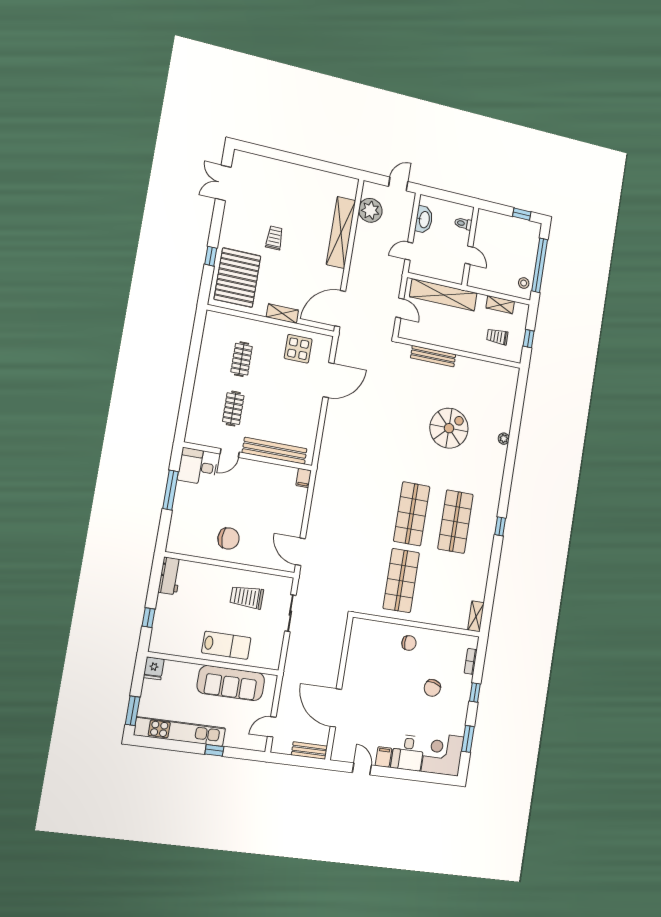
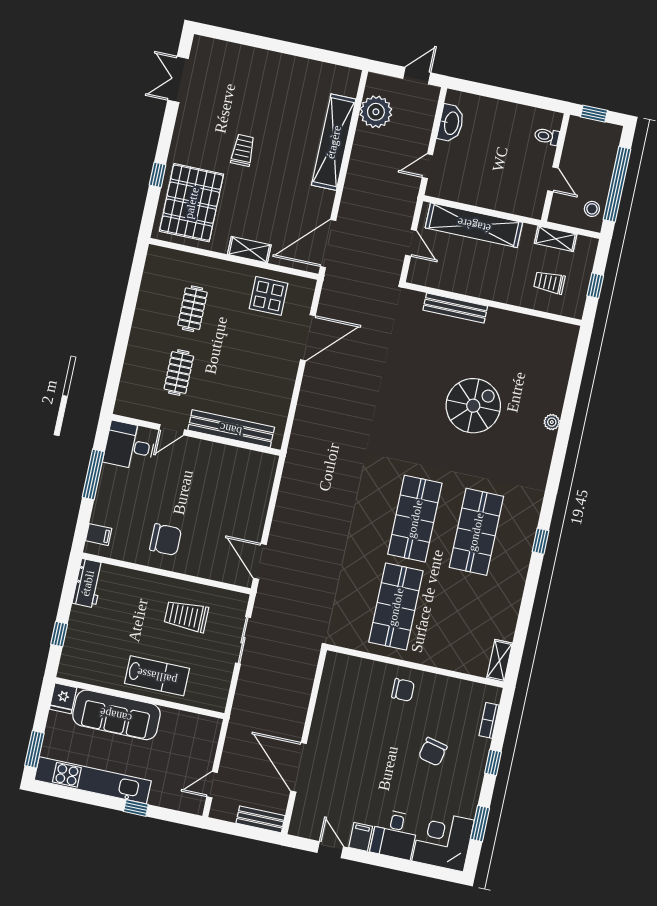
toilet: (463, 224) -> (547, 136), moved
wall: (470, 246) -> (555, 167), moved
door: (469, 255) -> (553, 179), moved
filing cabinet: (304, 478) -> (99, 535), moved, turned -90
sofa: (231, 683) -> (116, 715), moved

